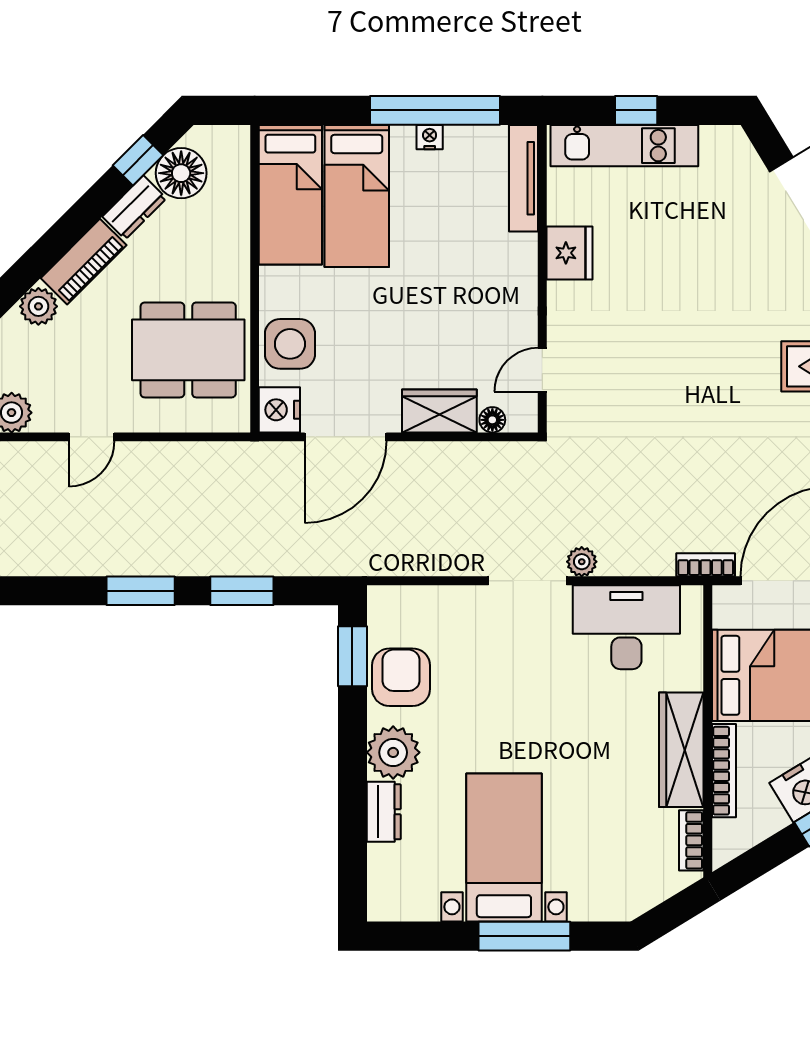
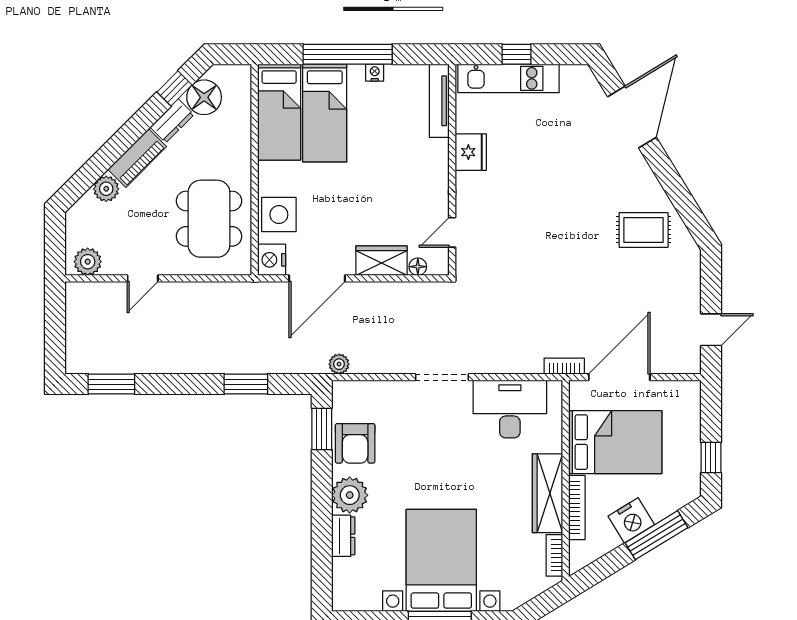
window: (435, 110) -> (348, 54), moved
dining table: (188, 350) -> (209, 219), turned 90
plant: (582, 562) -> (339, 364), moved
window: (141, 591) -> (111, 384), moved
armchair: (401, 677) -> (355, 443), turned 180
bed with nightstands: (504, 848) -> (441, 560), width x1.36

